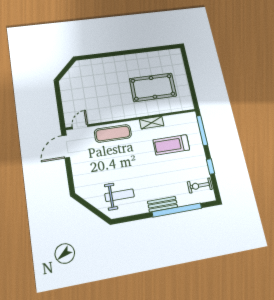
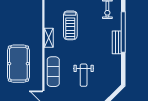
pool table: (153, 87) -> (18, 64), moved
weight bench: (120, 195) -> (84, 75), moved, turned 180

